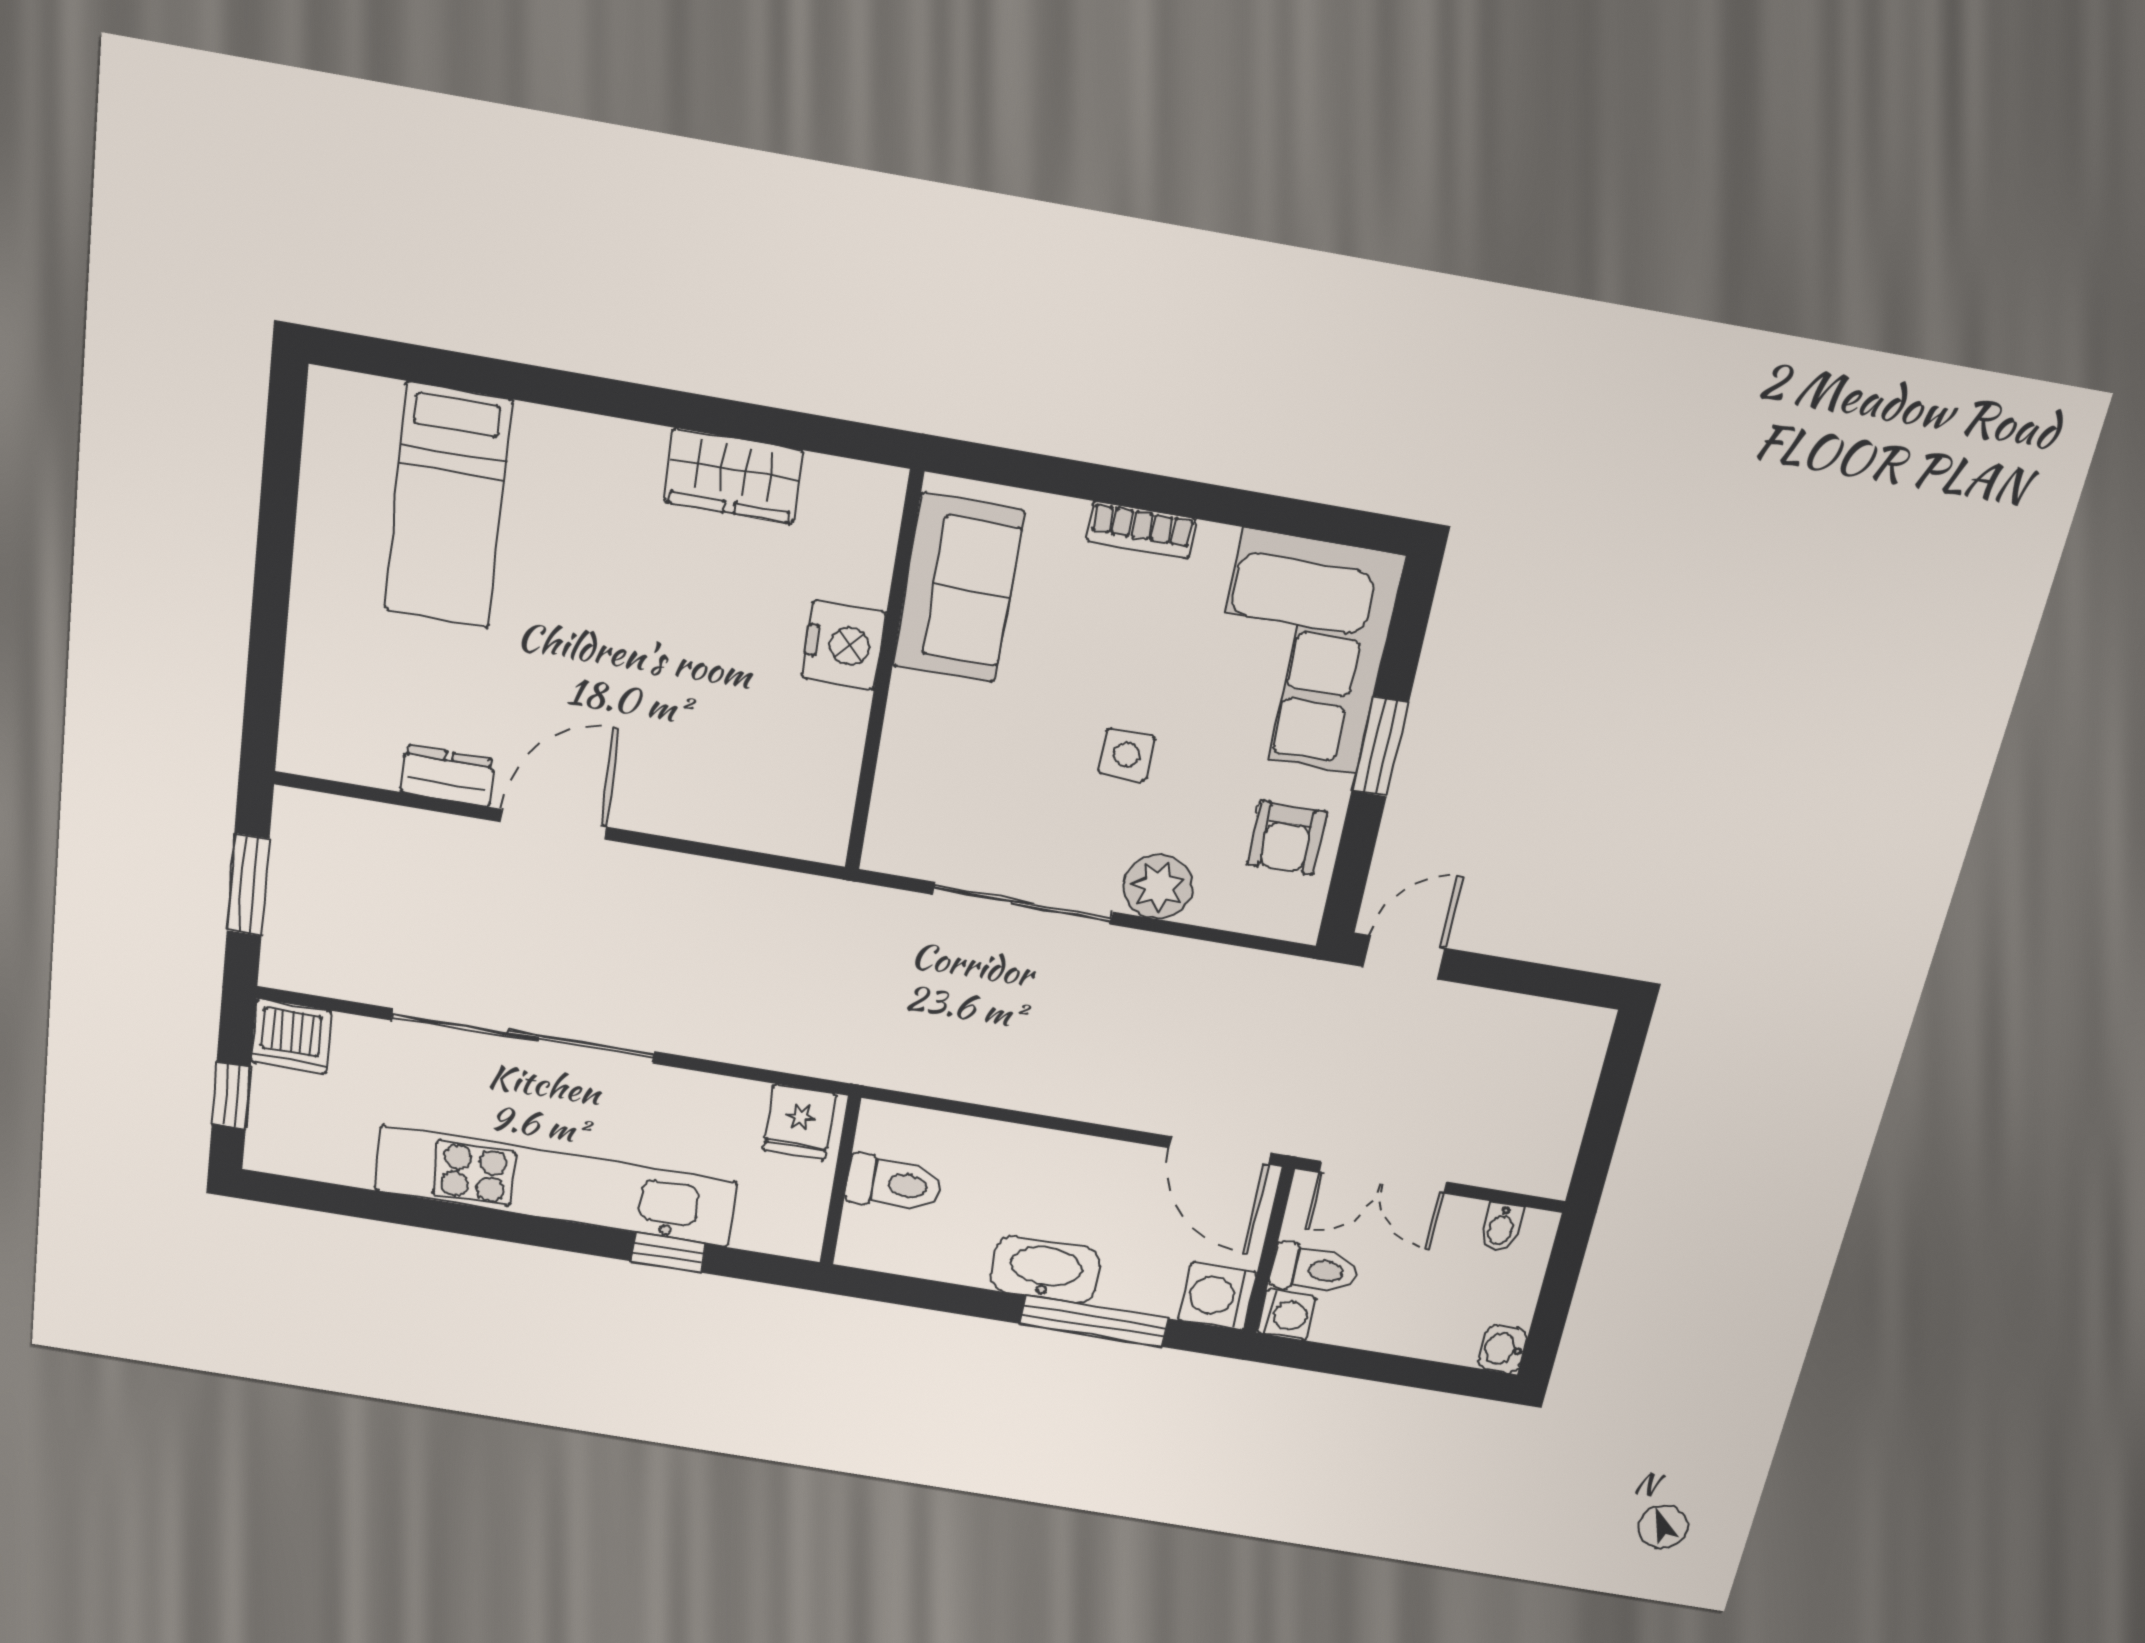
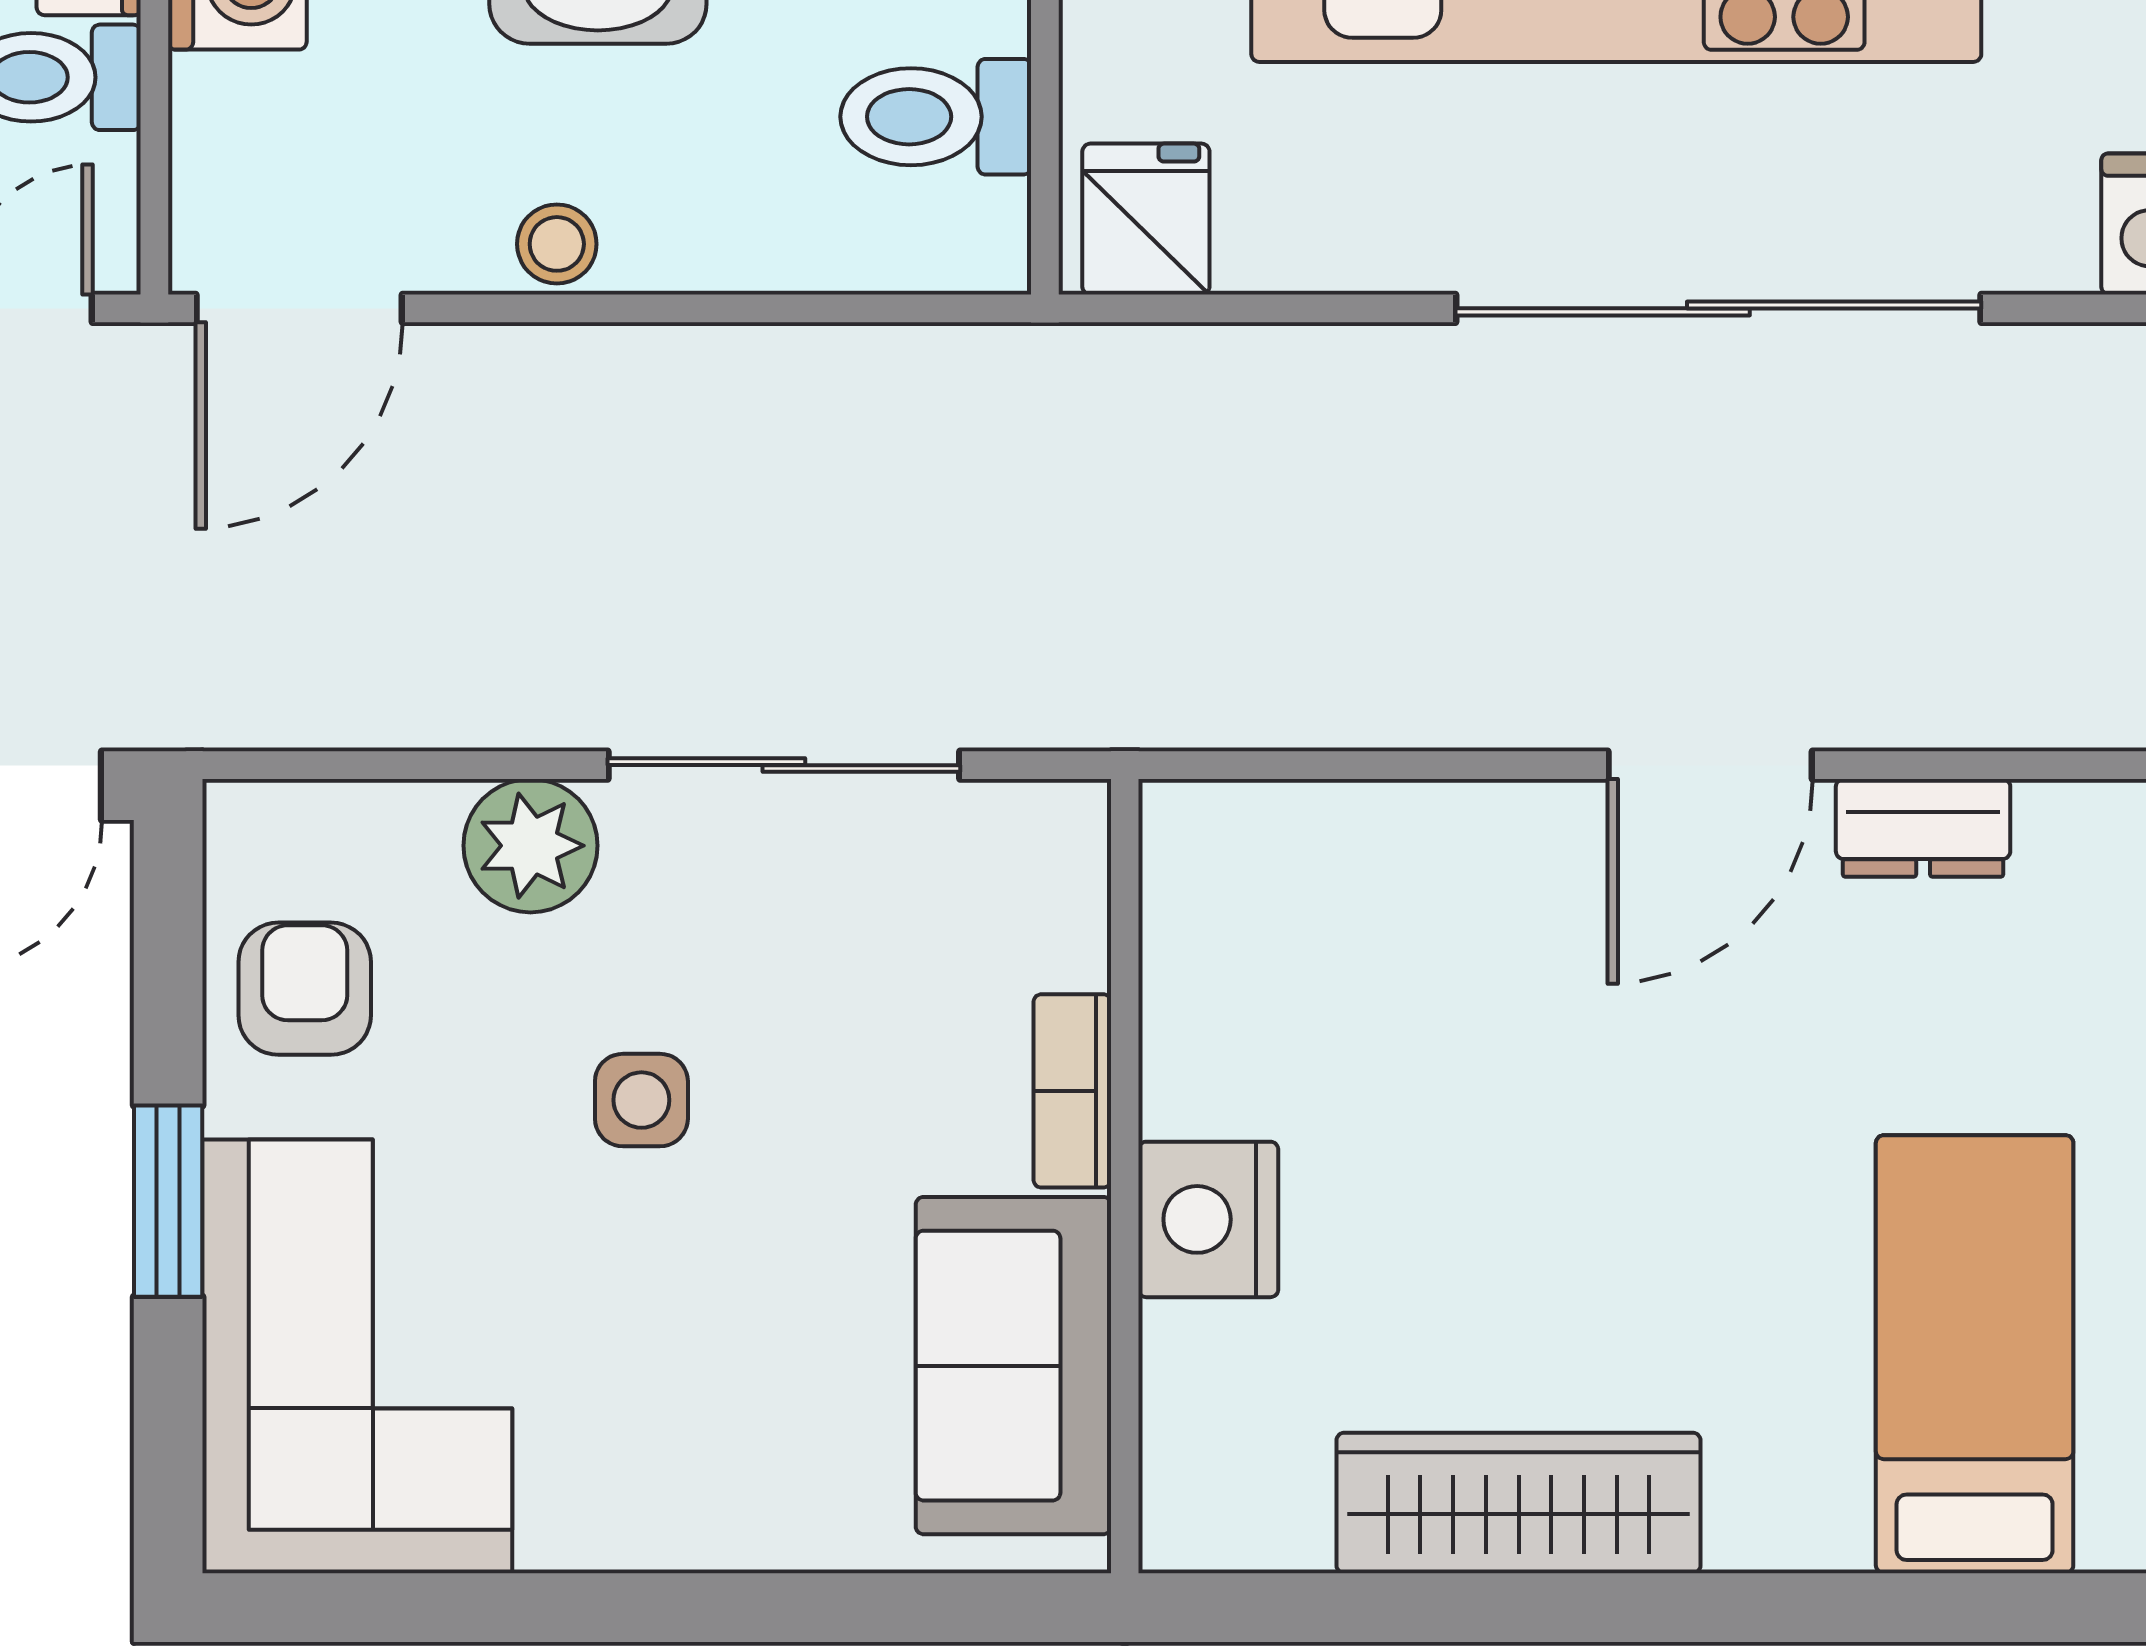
wardrobe: (734, 476) -> (1519, 1503), width x1.50
bookcase: (1141, 530) -> (1072, 1091), moved, turned -90
door: (1220, 1150) -> (299, 308), swing flipped
stool: (1089, 1158) -> (557, 244), added

